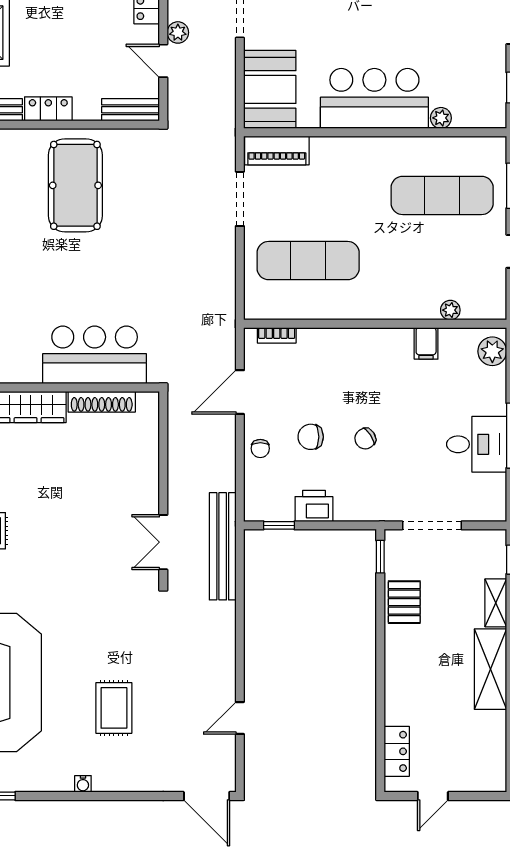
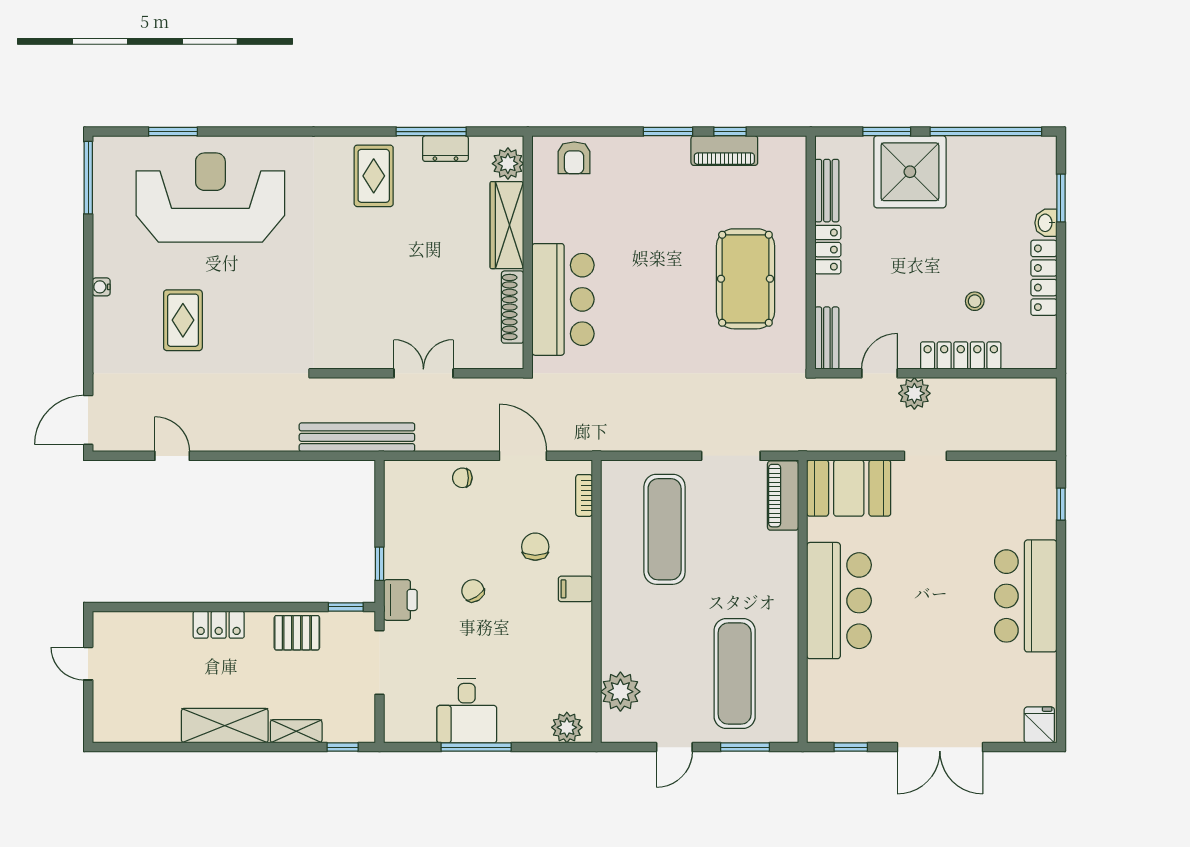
plant: (178, 32) -> (914, 393), width x1.38, depth x1.38
plant: (441, 118) -> (818, 672), removed
pool table: (75, 185) -> (745, 279), turned 90
plant: (450, 310) -> (620, 692), width x1.88, depth x1.88
filing cabinet: (426, 343) -> (575, 589), moved
chair: (311, 437) -> (535, 547), moved
printer: (314, 506) -> (400, 600), moved
window: (279, 525) -> (379, 564), moved
double door: (163, 542) -> (423, 373), moved
rug: (114, 708) -> (183, 320), turned 90
locker: (397, 751) -> (219, 625), moved

